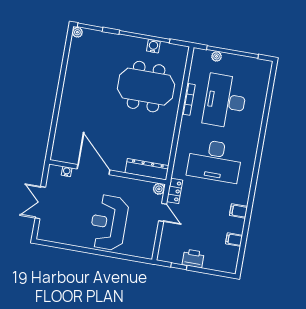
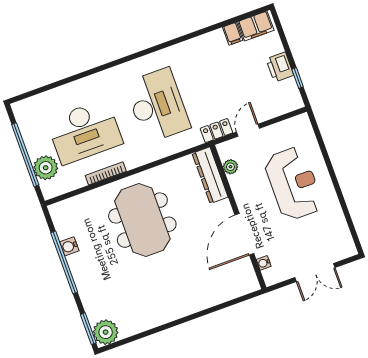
plant: (77, 32) -> (106, 332), width x1.88, depth x1.88
plant: (217, 56) -> (46, 168), width x1.88, depth x1.88
meeting table: (146, 87) -> (142, 220), moved
plant: (159, 189) -> (230, 167), moved
filing cabinet: (239, 211) -> (256, 26), moved, width x2.00
reception desk: (109, 223) -> (293, 184), turned -90

